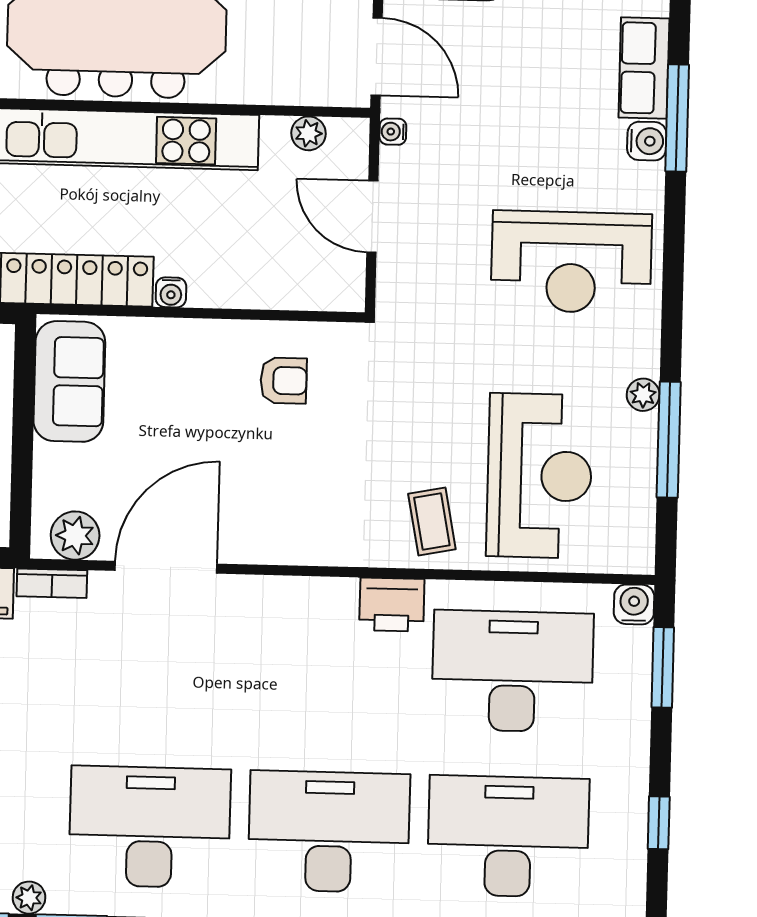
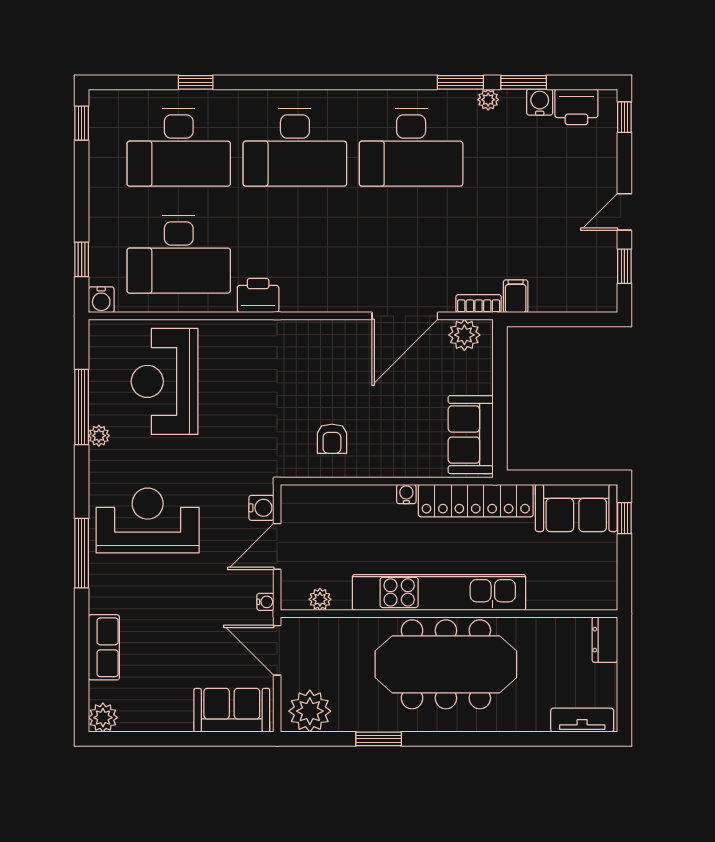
window: (677, 118) -> (82, 553), moved
water cooler: (647, 141) -> (261, 508), moved, turned 180
door: (372, 217) -> (277, 546), swing flipped
armchair: (284, 381) -> (332, 439), turned -90
coffee table: (432, 521) -> (233, 350), removed
window: (663, 667) -> (82, 259), width x0.67
window: (659, 823) -> (82, 123), moved

